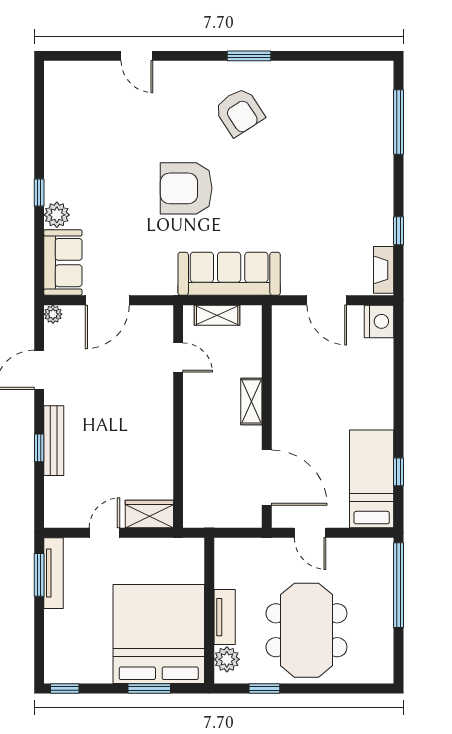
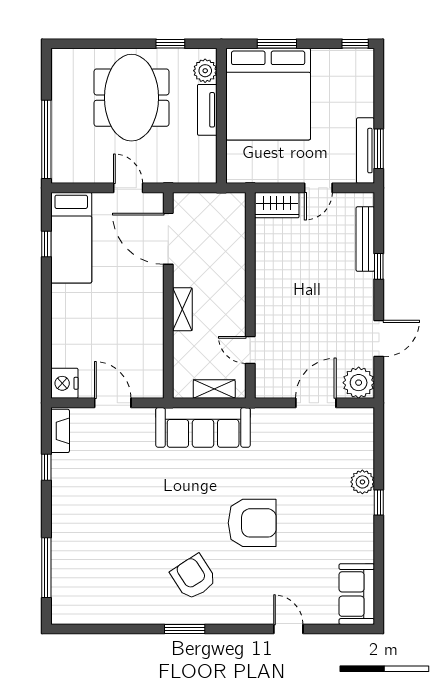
armchair: (186, 188) -> (252, 523), moved
sofa: (63, 263) -> (357, 594), moved
plant: (53, 314) -> (359, 383), width x1.87, depth x1.87
bench: (54, 441) -> (365, 239), moved

